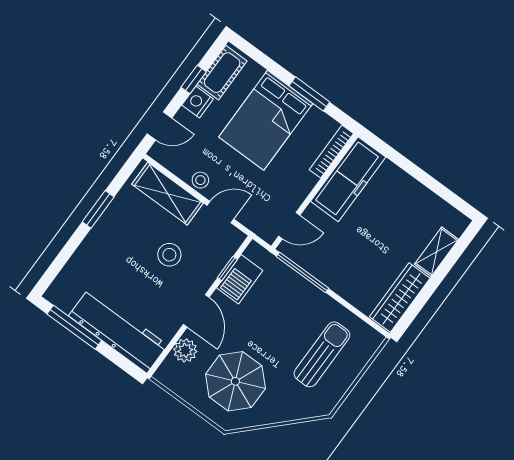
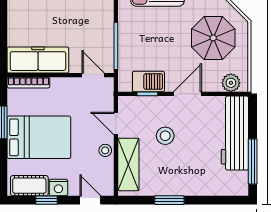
plant: (185, 350) -> (231, 83), moved

